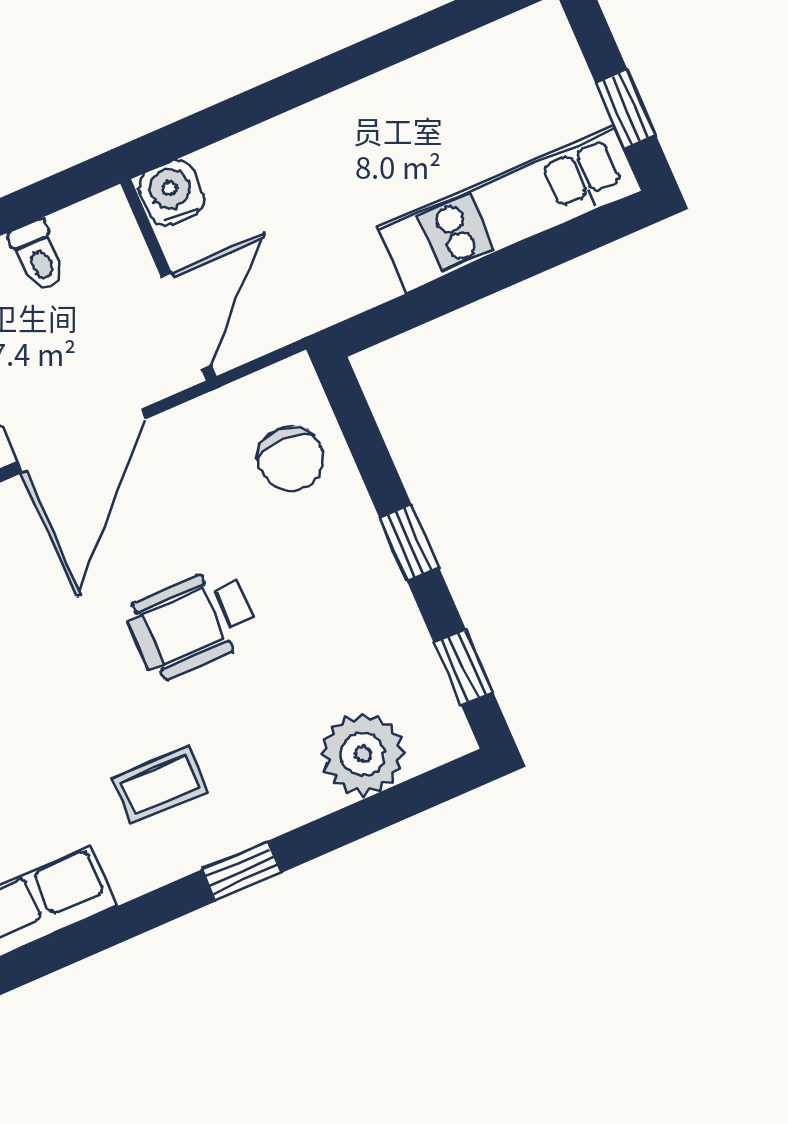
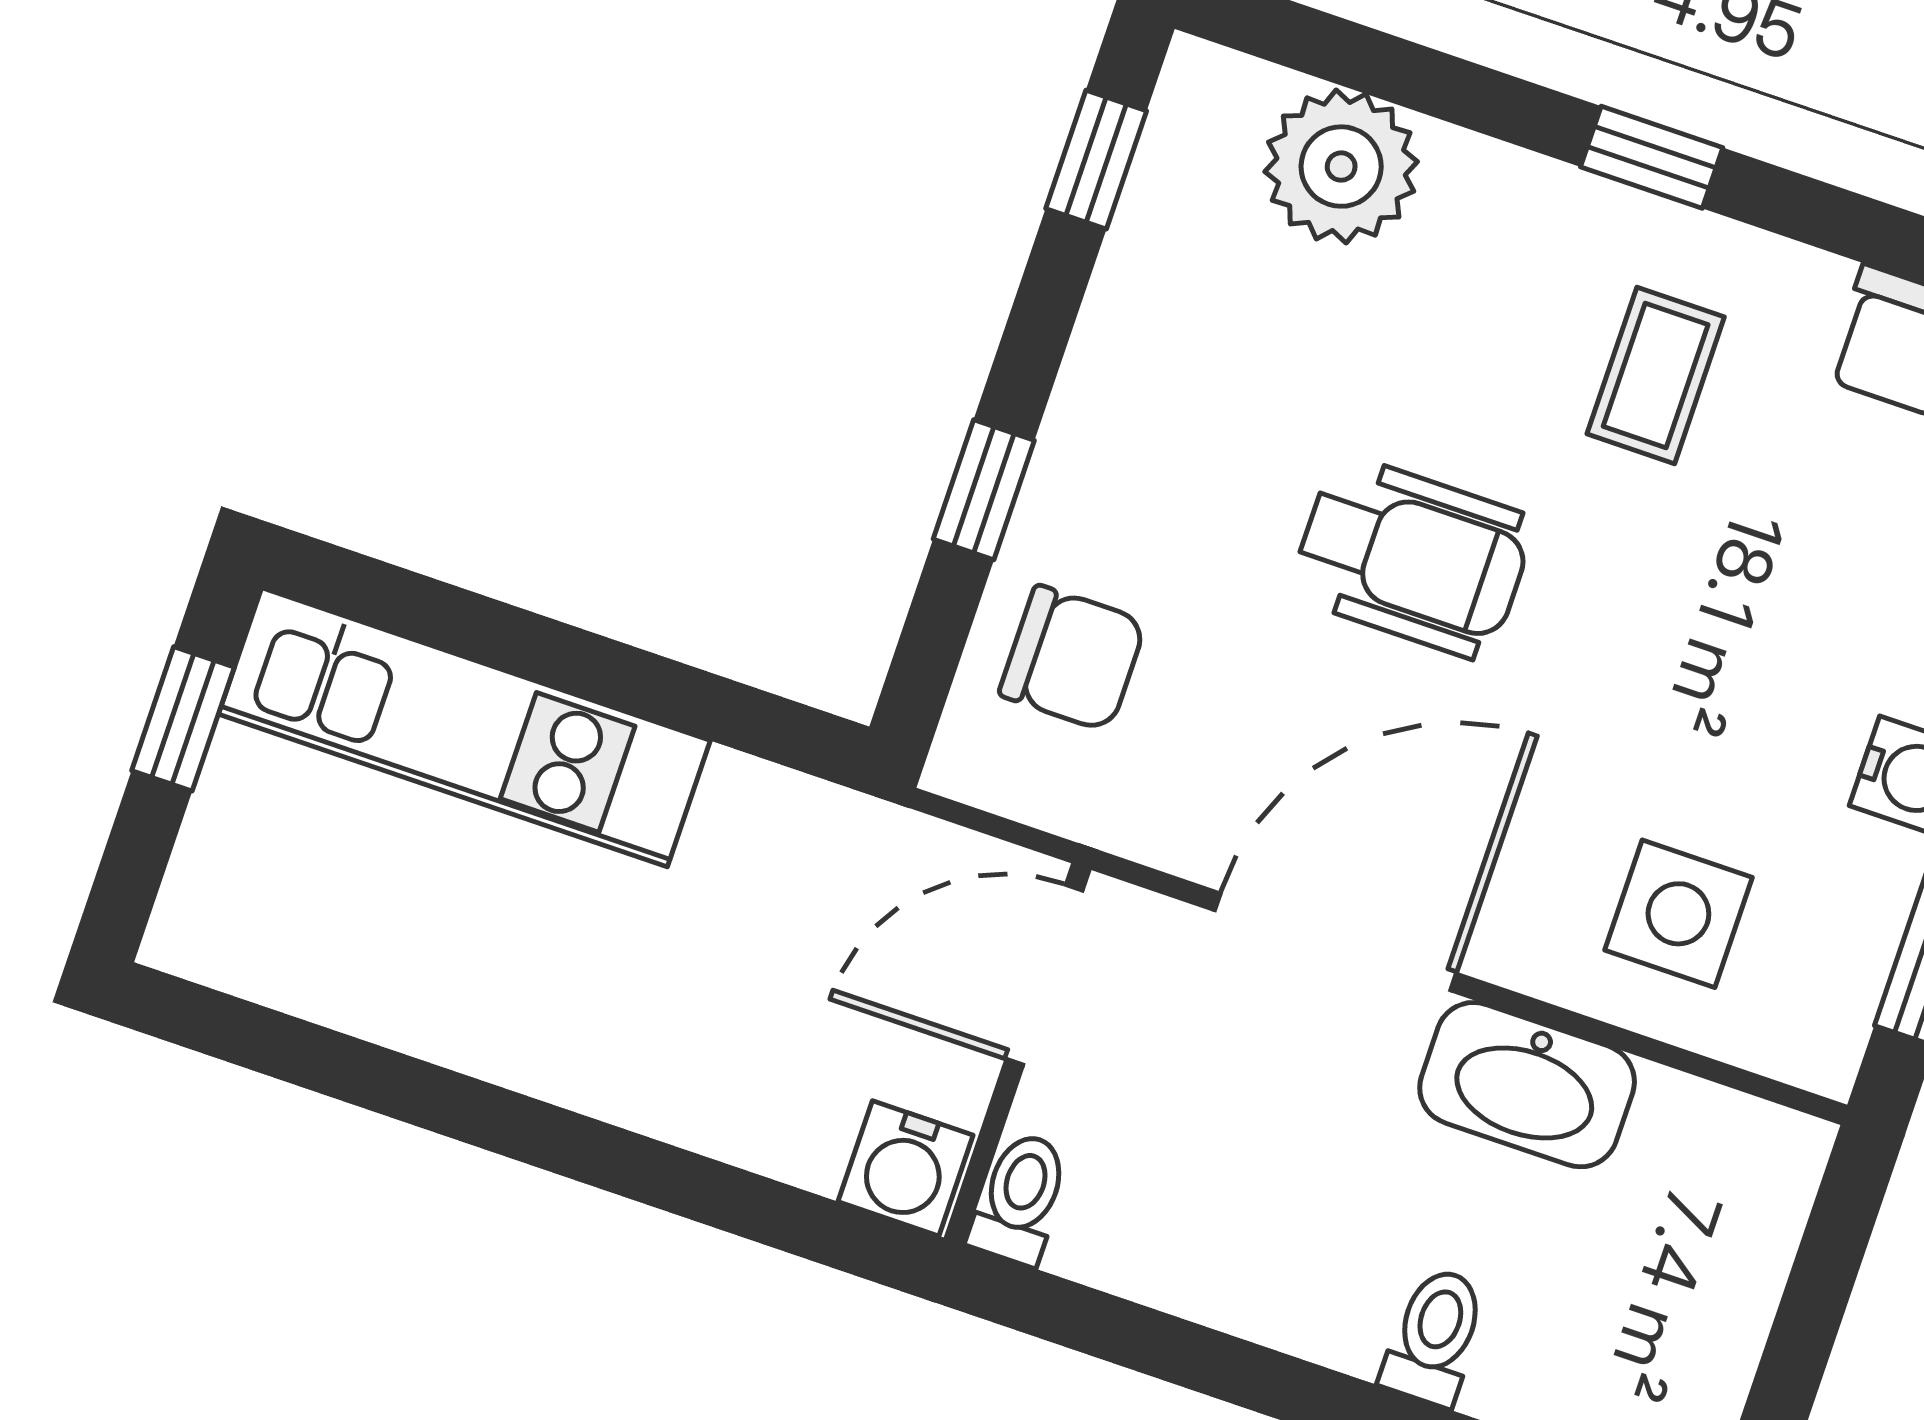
toilet: (38, 256) -> (1020, 1198), moved
chair: (291, 459) -> (1073, 658), turned 90
window: (409, 543) -> (984, 490), moved
coffee table: (160, 785) -> (1656, 375), turned 90

